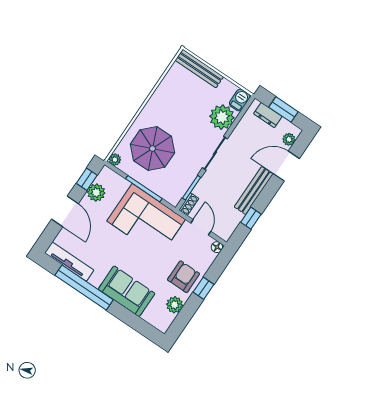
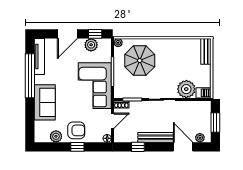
bench: (199, 68) -> (206, 51), width x0.73
dresser: (268, 115) -> (206, 115), removed

